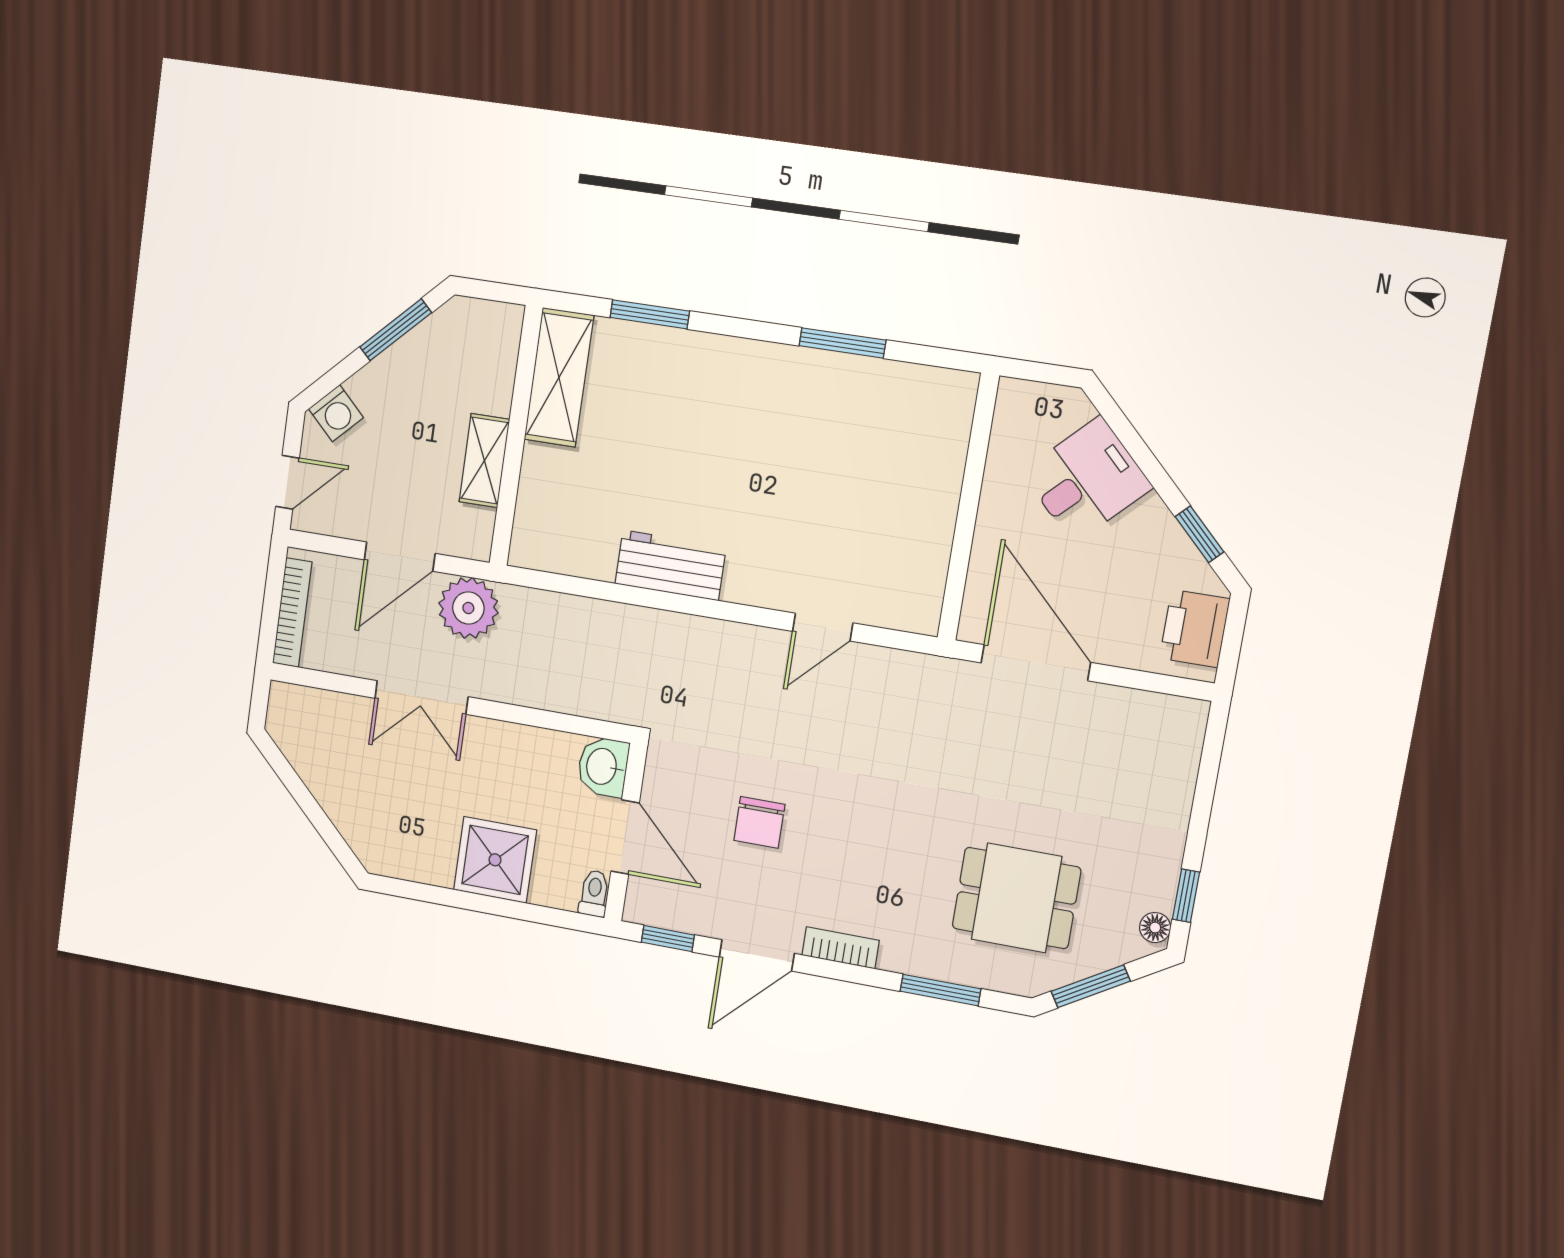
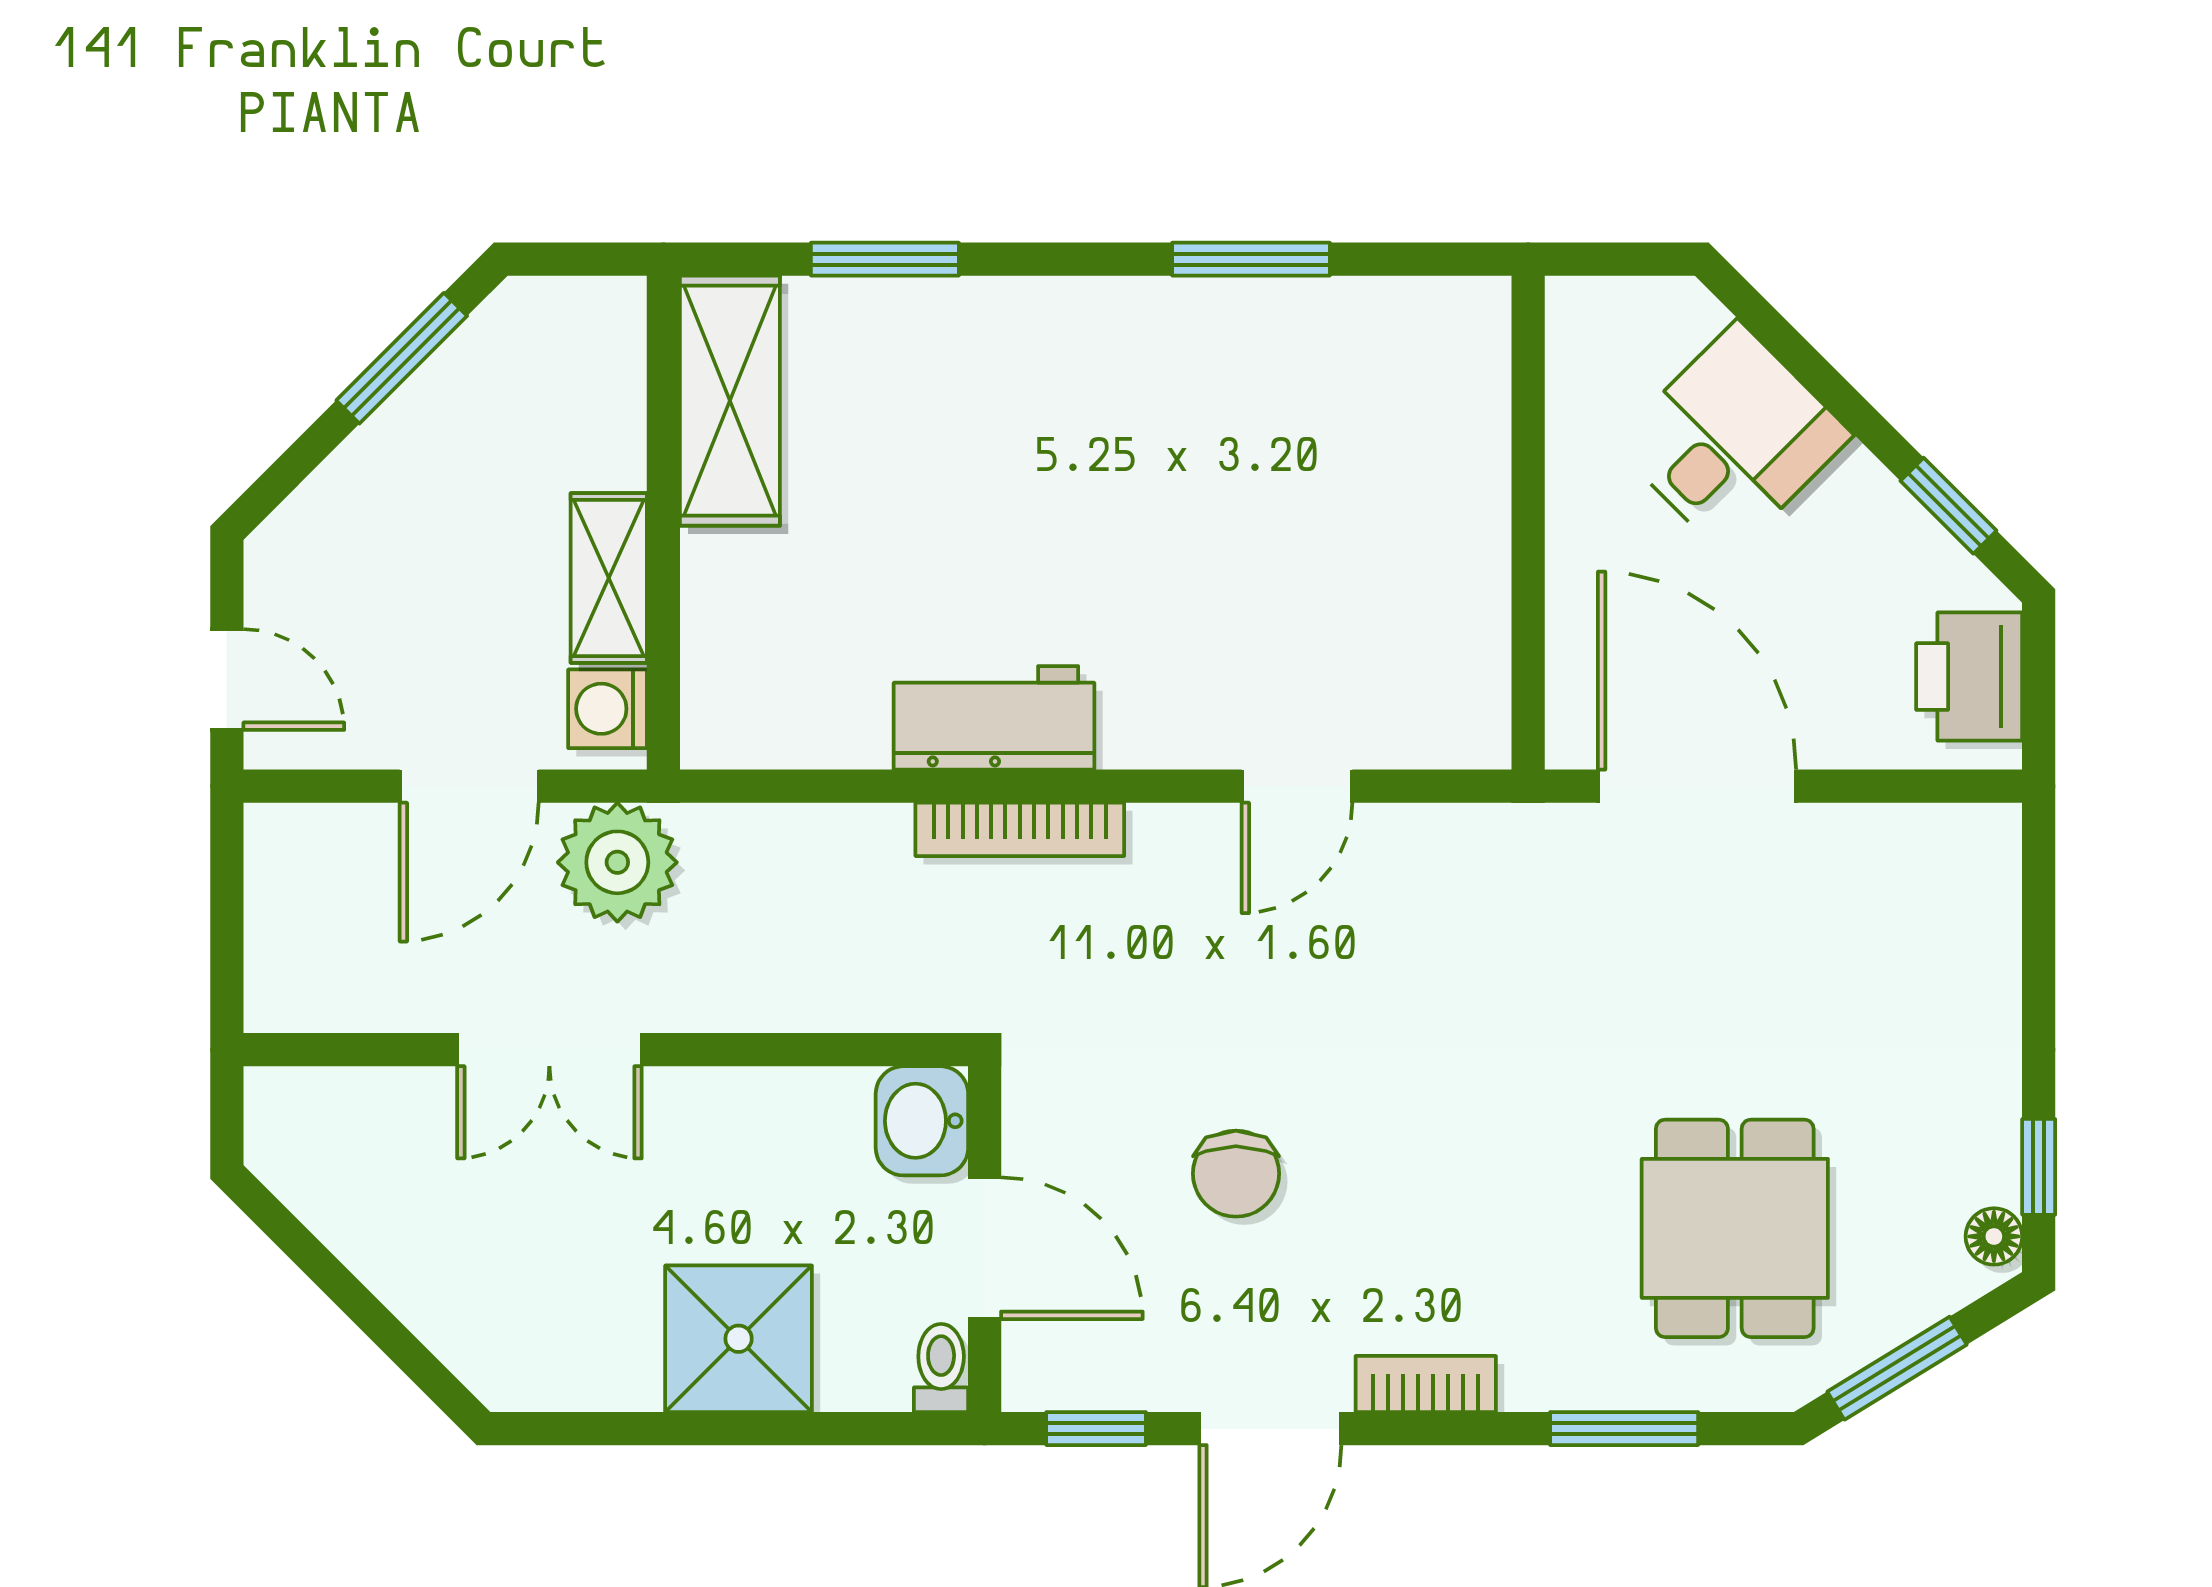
washing machine: (336, 413) -> (608, 709), moved, turned 135
door: (287, 482) -> (227, 680), hinge flipped
bookcase: (292, 613) -> (1020, 829), moved, turned 90
dining table: (1016, 898) -> (1735, 1228), turned 90

